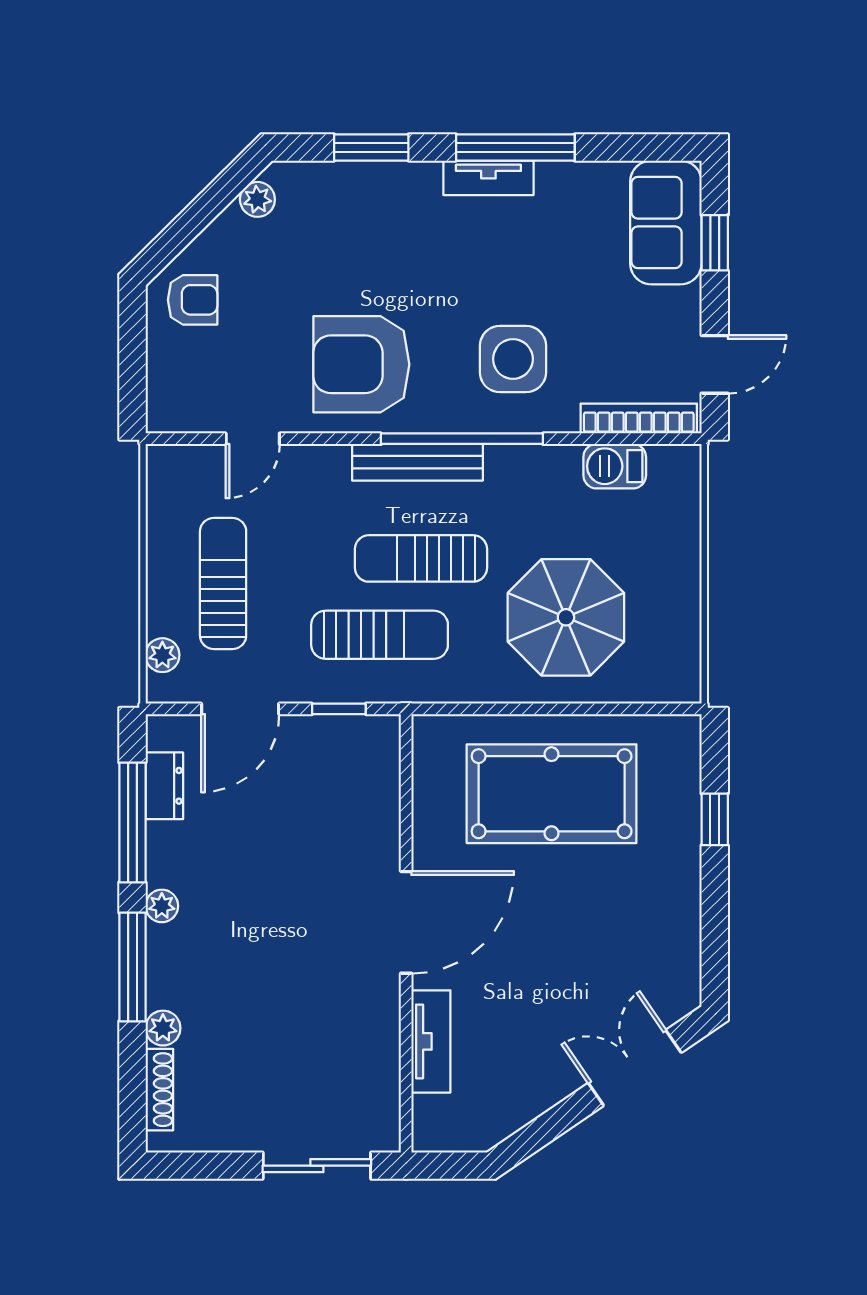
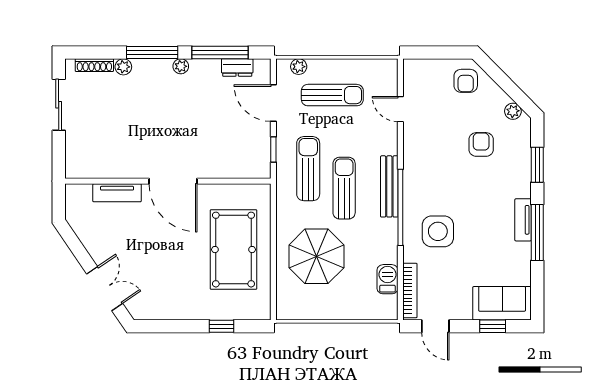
armchair: (361, 364) -> (481, 144), moved, width x0.53, depth x0.53
sun lounger: (380, 635) -> (308, 169), turned 180
sliding door: (317, 1166) -> (59, 105), moved

